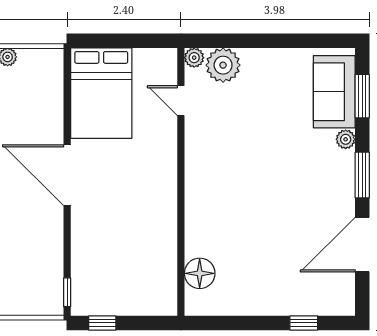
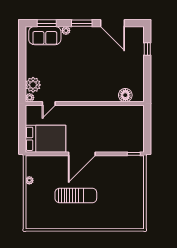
window: (102, 323) -> (147, 138), removed

